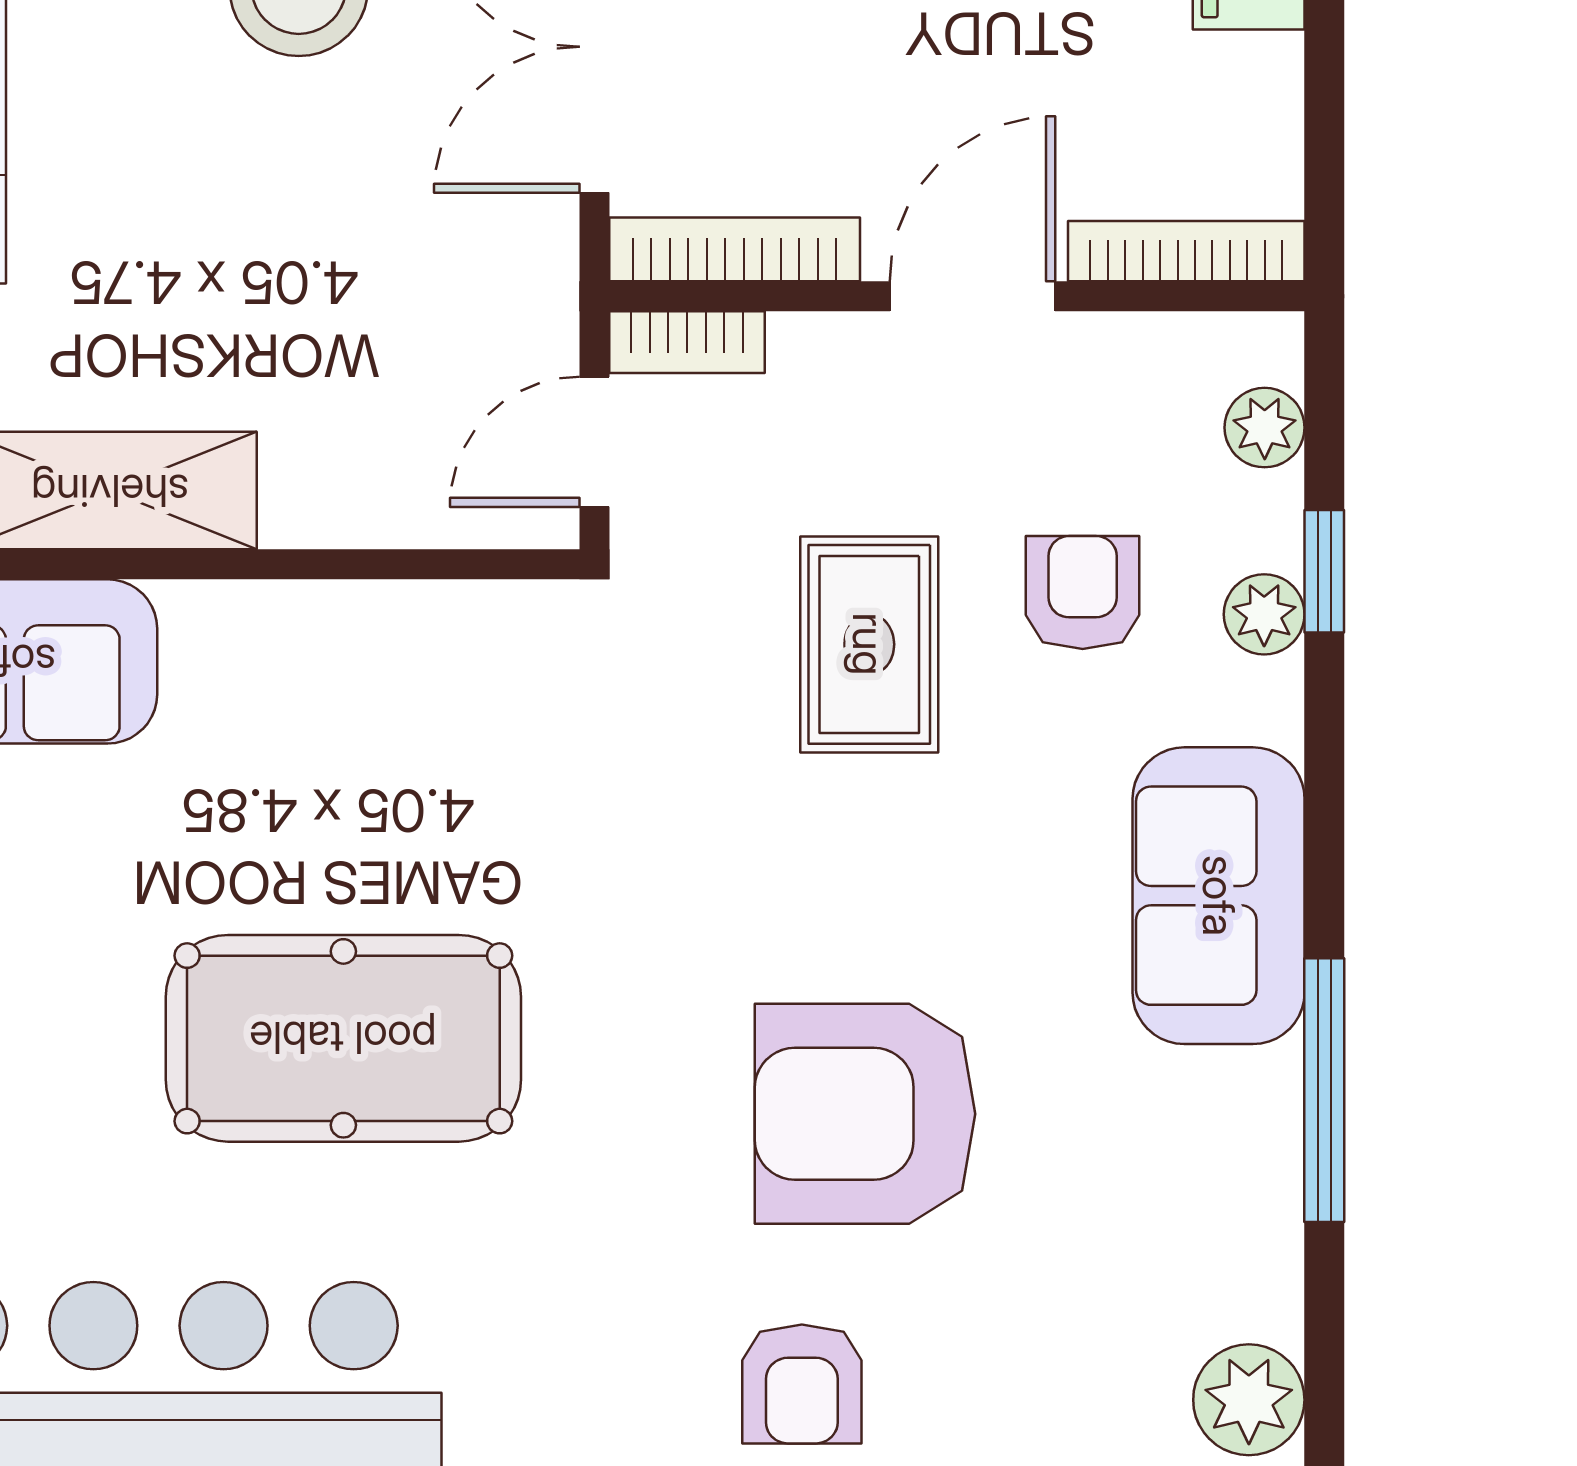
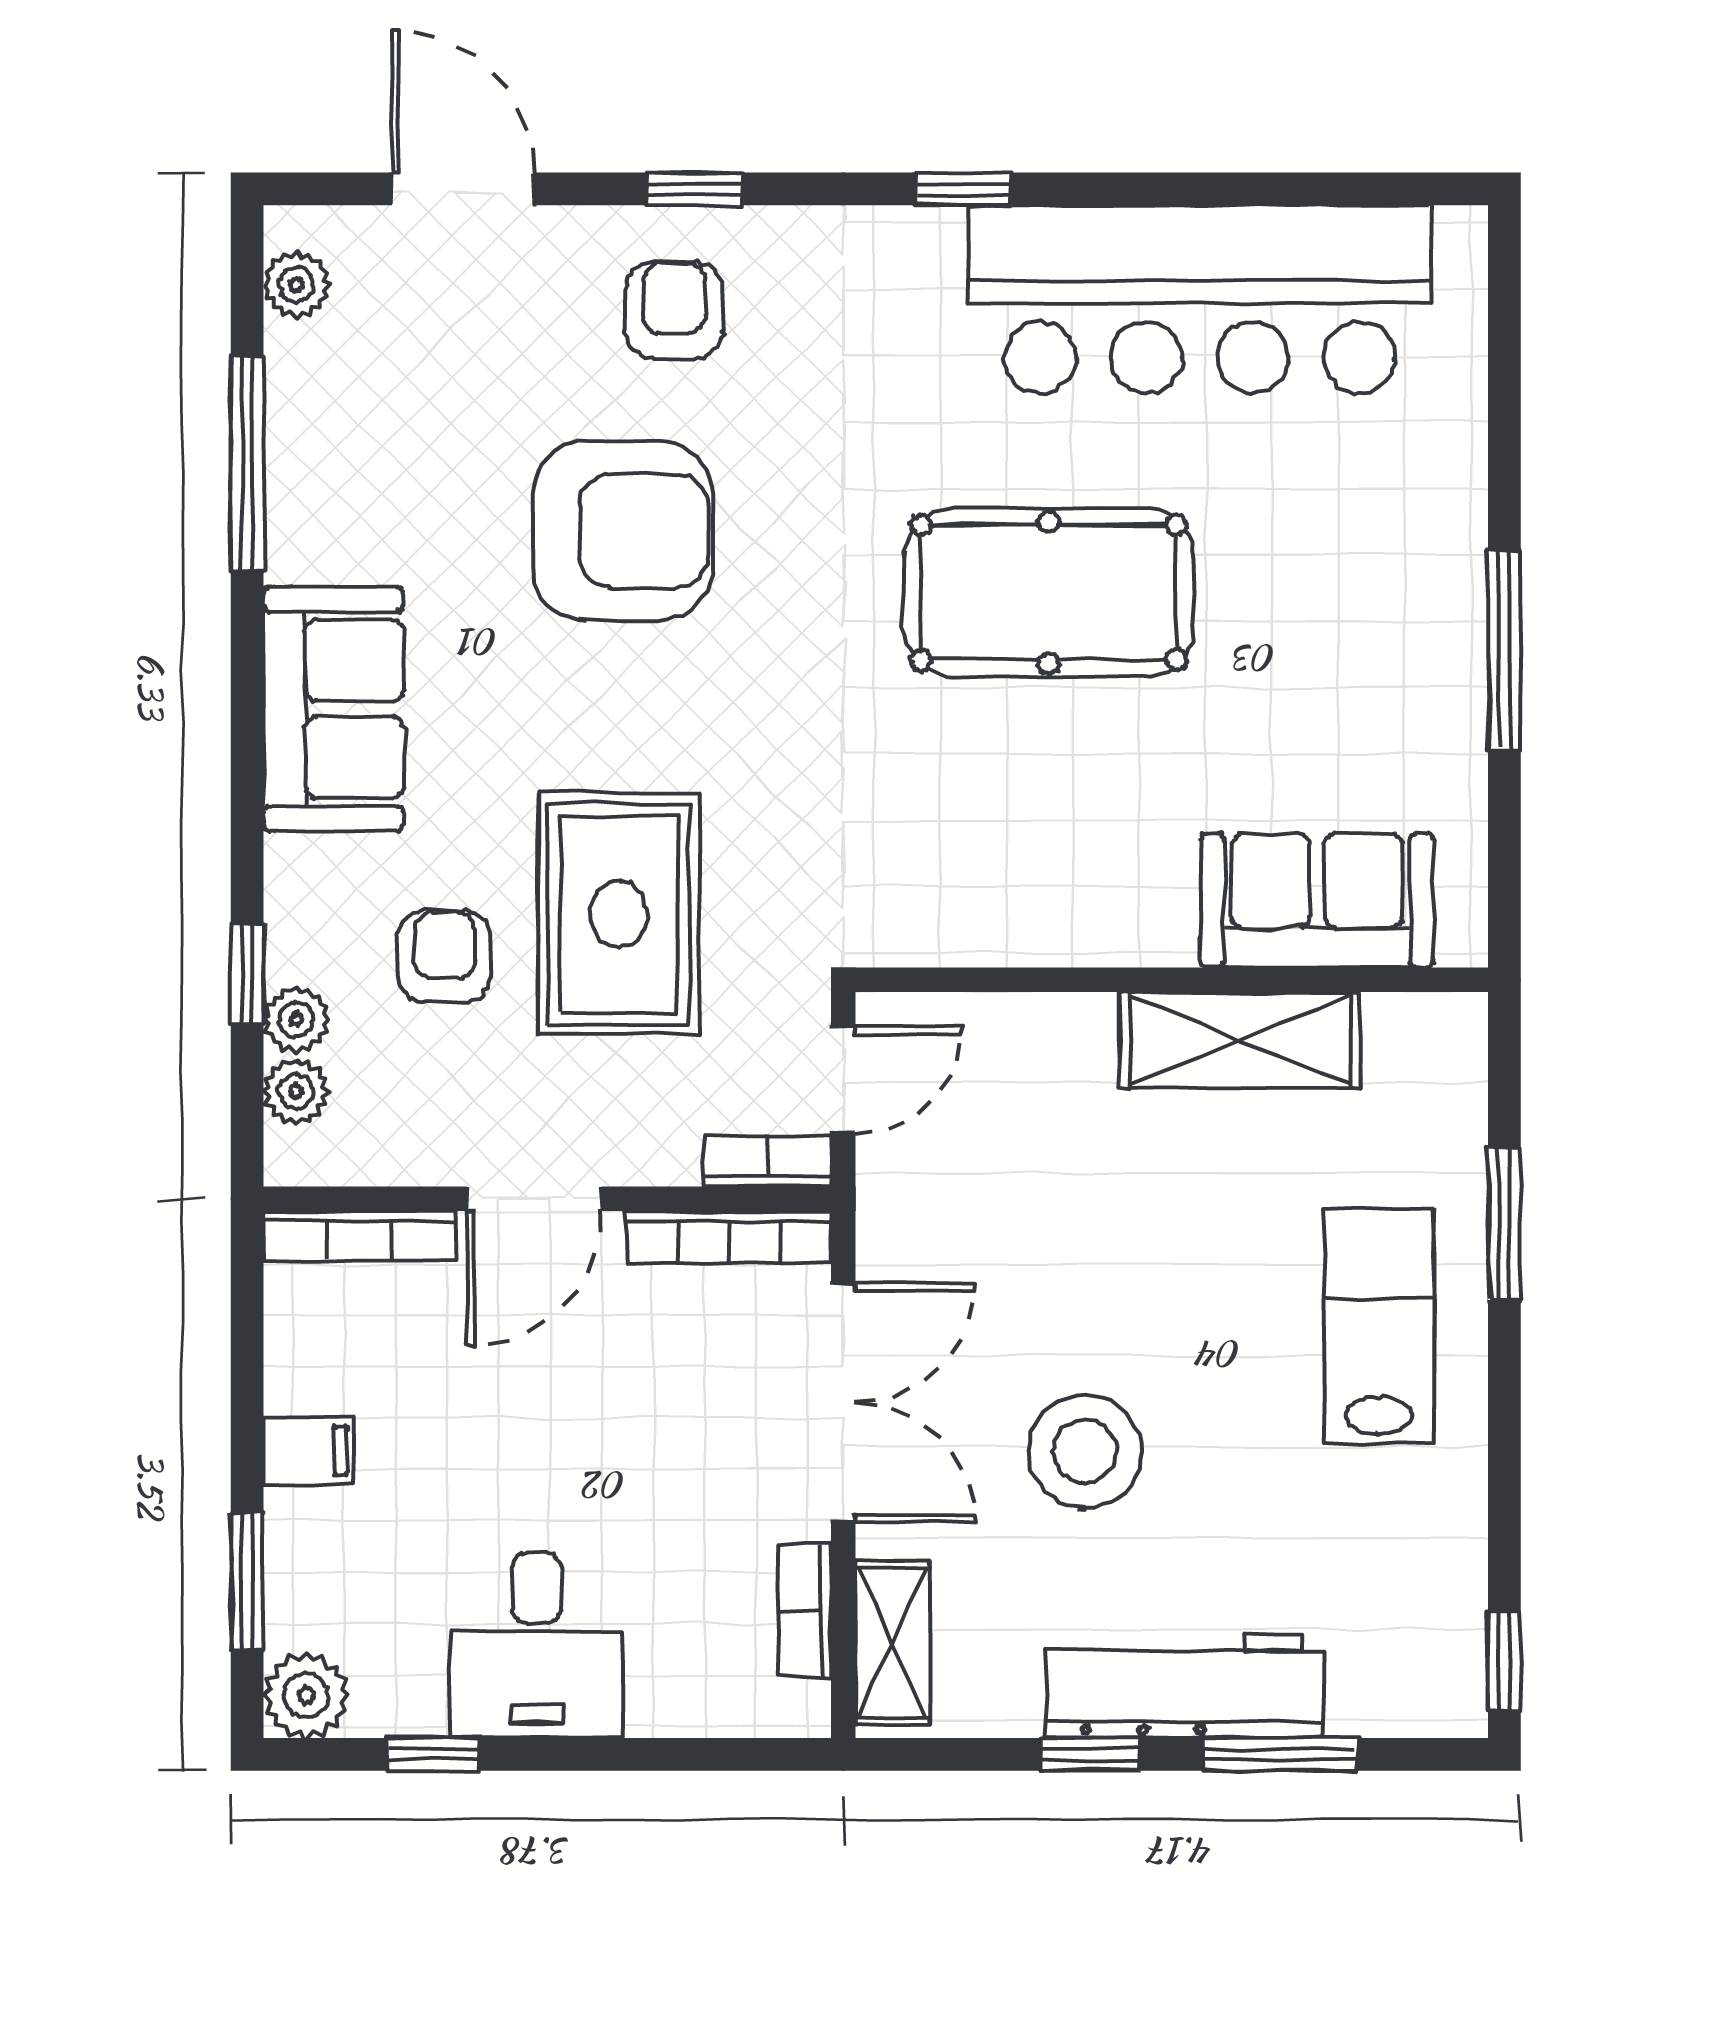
armchair: (1083, 593) -> (445, 957), turned 180
plant: (1264, 614) -> (296, 1019), moved
rug: (869, 644) -> (619, 914), width x1.36, depth x1.43
window: (1324, 1090) -> (247, 463), moved
plant: (1249, 1400) -> (296, 285), width x0.73, depth x0.73

